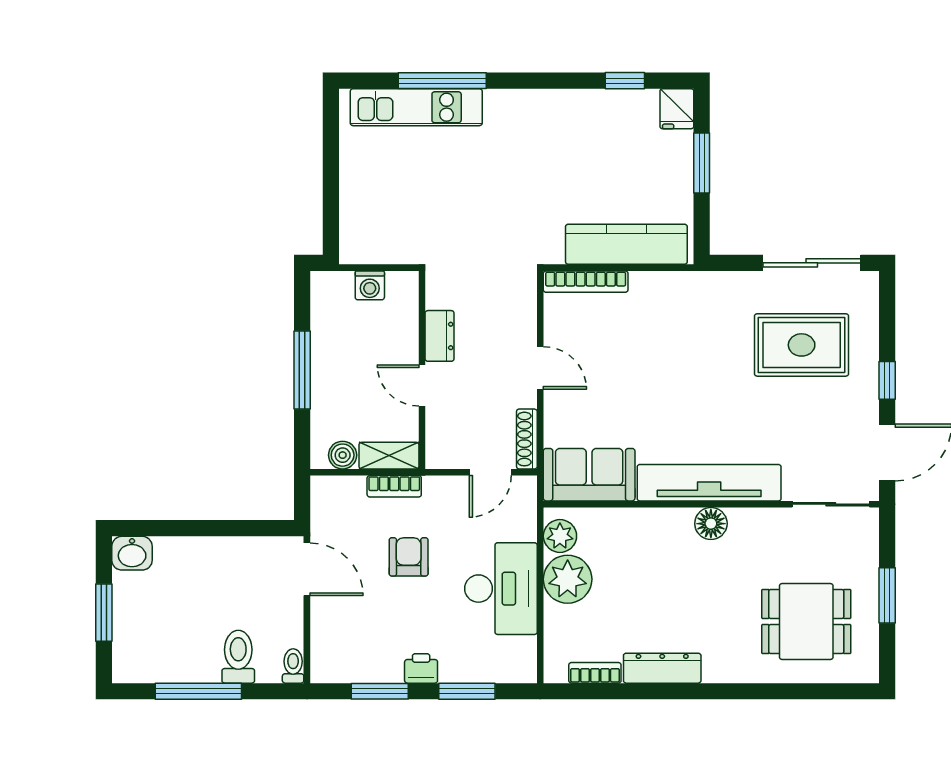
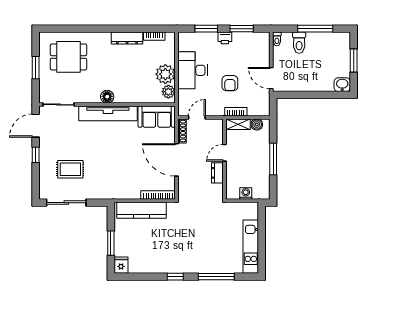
window: (625, 81) -> (175, 277), moved
kitchen unit: (416, 107) -> (251, 247), moved, turned -90
rug: (802, 345) -> (70, 169), width x0.73, depth x0.70
door: (540, 368) -> (176, 160), width x1.87
door: (422, 385) -> (225, 153), swing flipped

